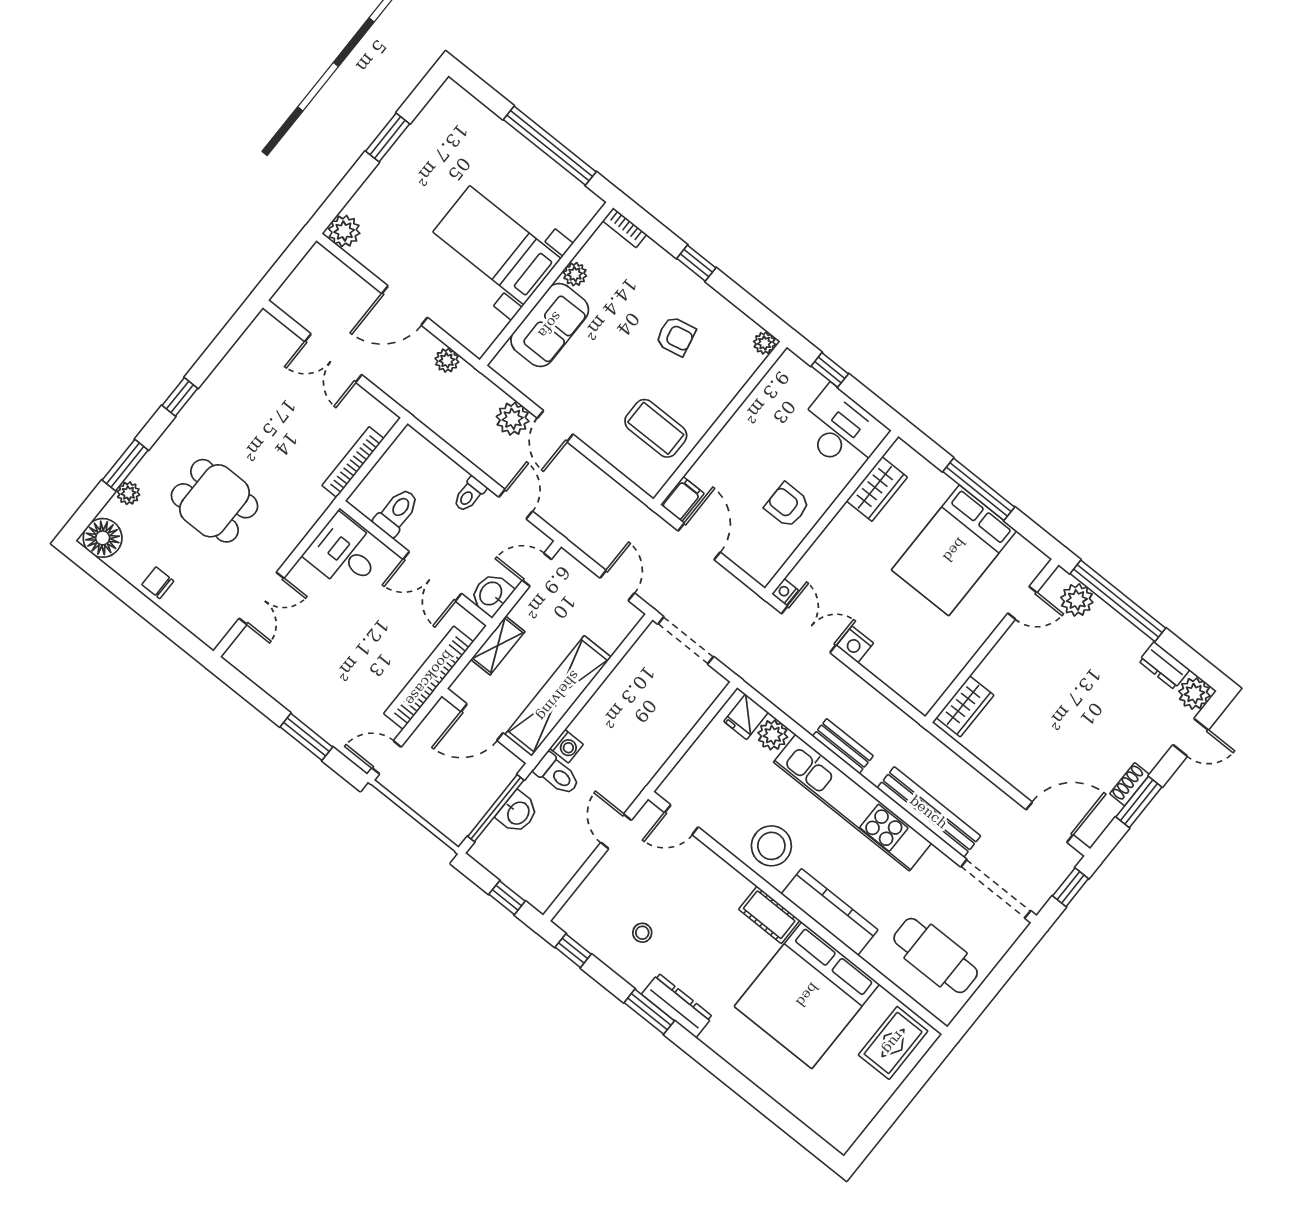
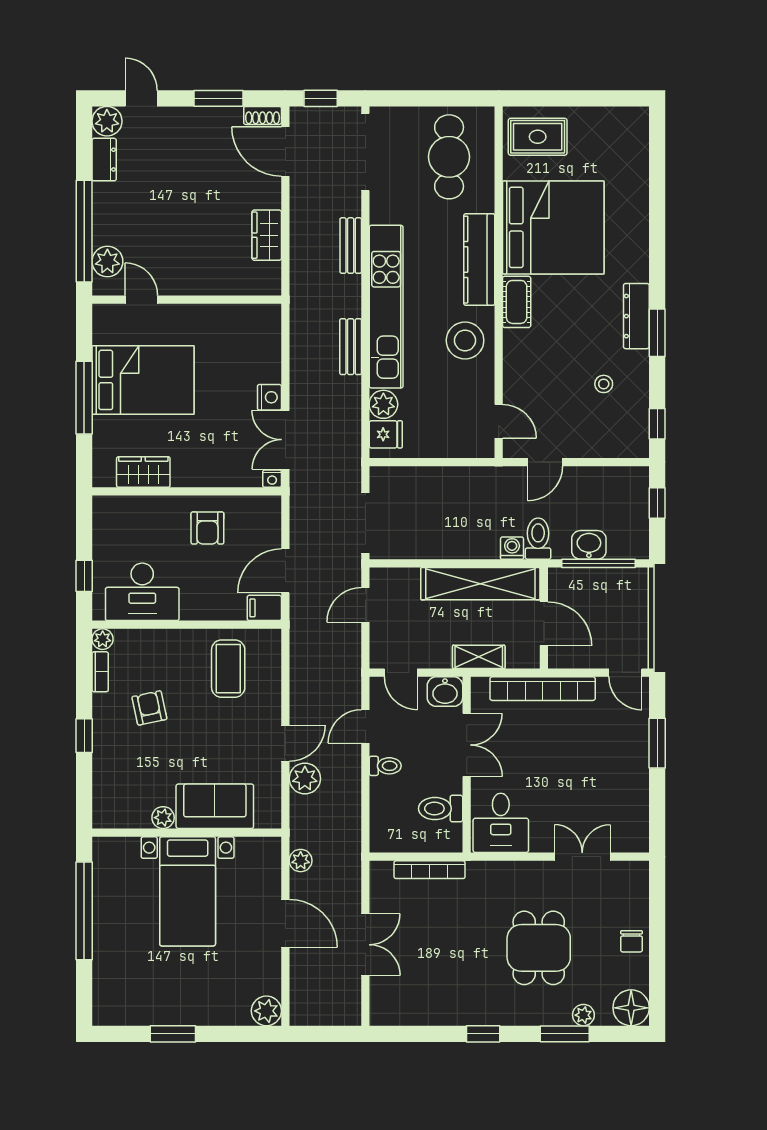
bookcase: (625, 228) -> (100, 672), moved
desk: (842, 430) -> (142, 592), moved, turned -90
wardrobe: (965, 706) -> (267, 235), moved, turned -90
shoe rack: (1130, 784) -> (263, 115), moved
bench: (929, 812) -> (351, 246), width x0.54, depth x0.82

